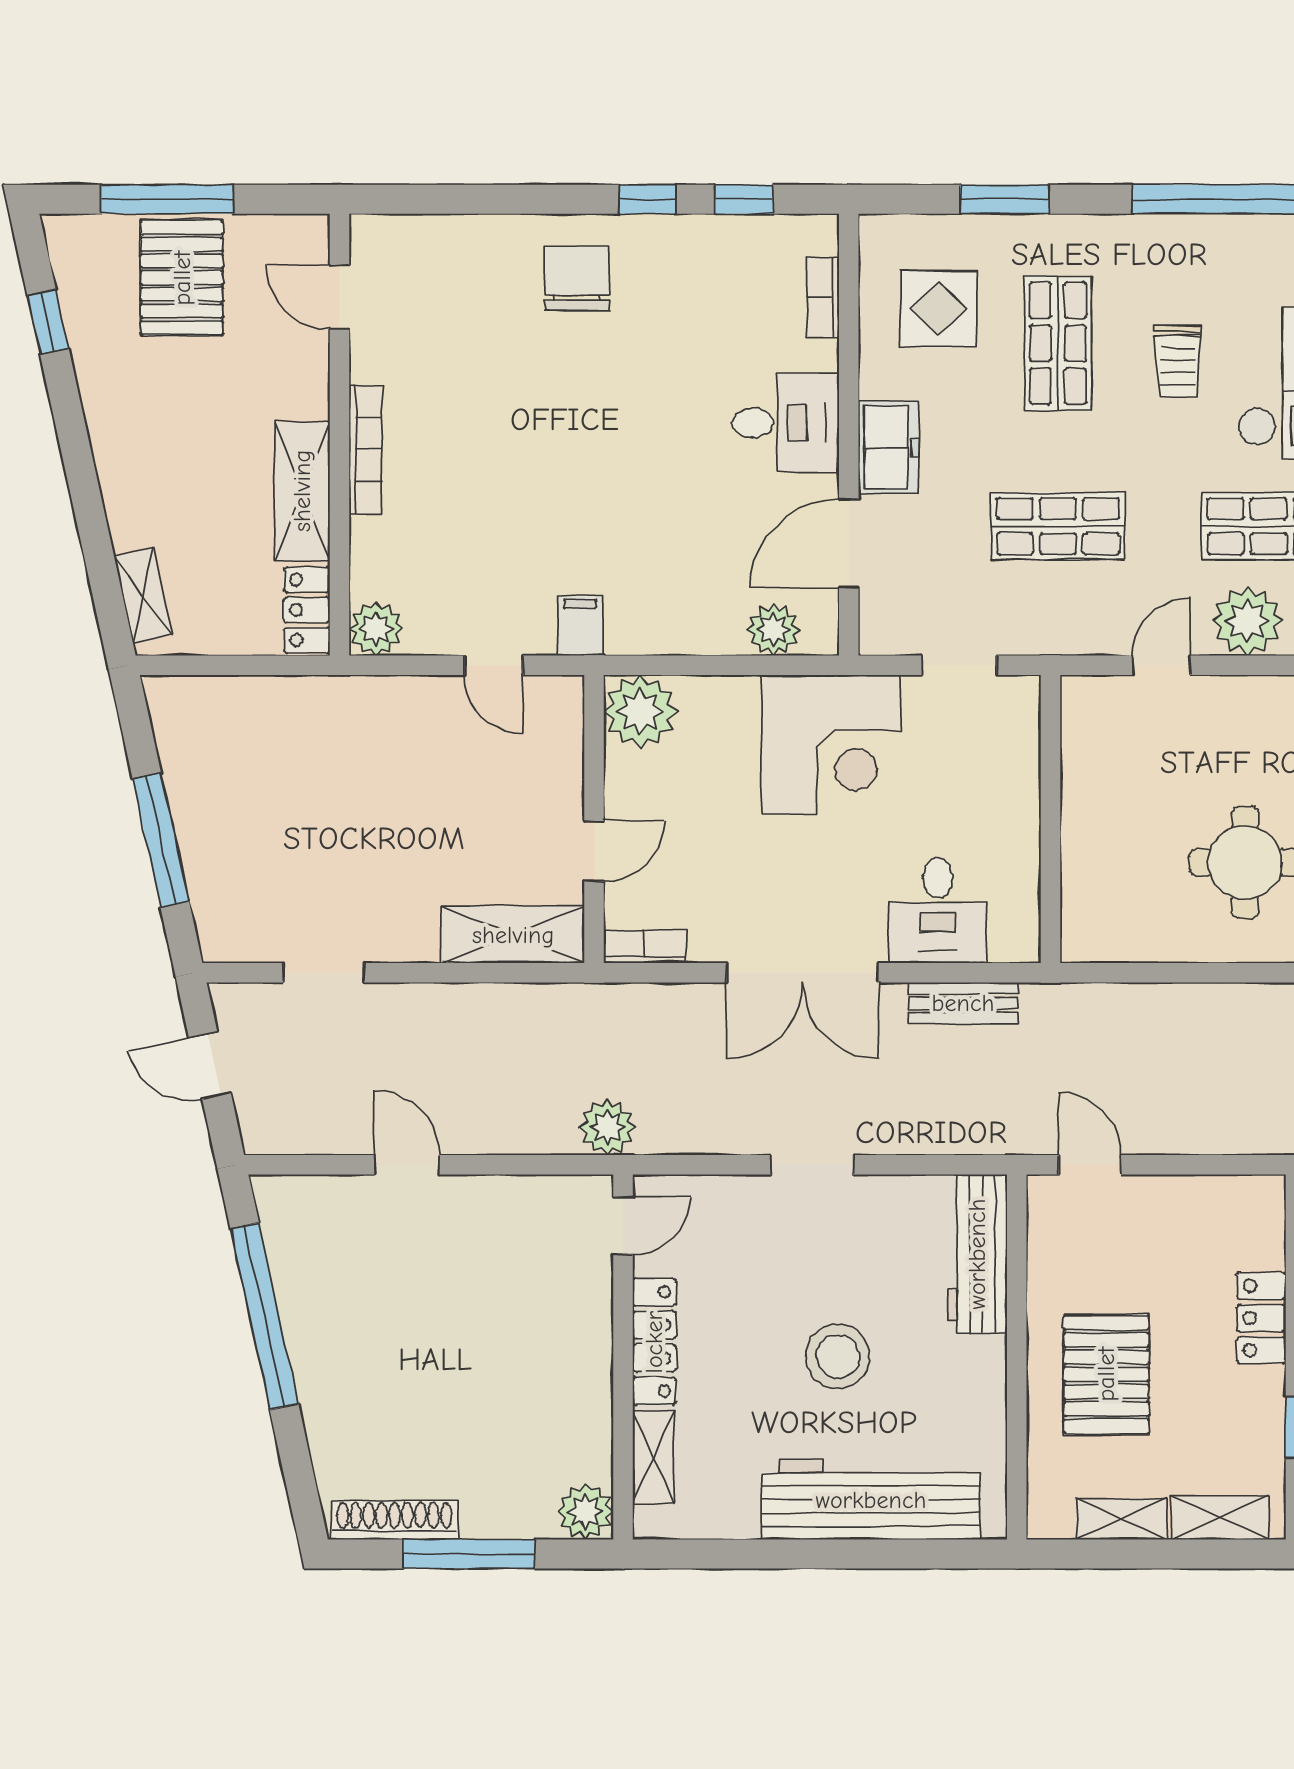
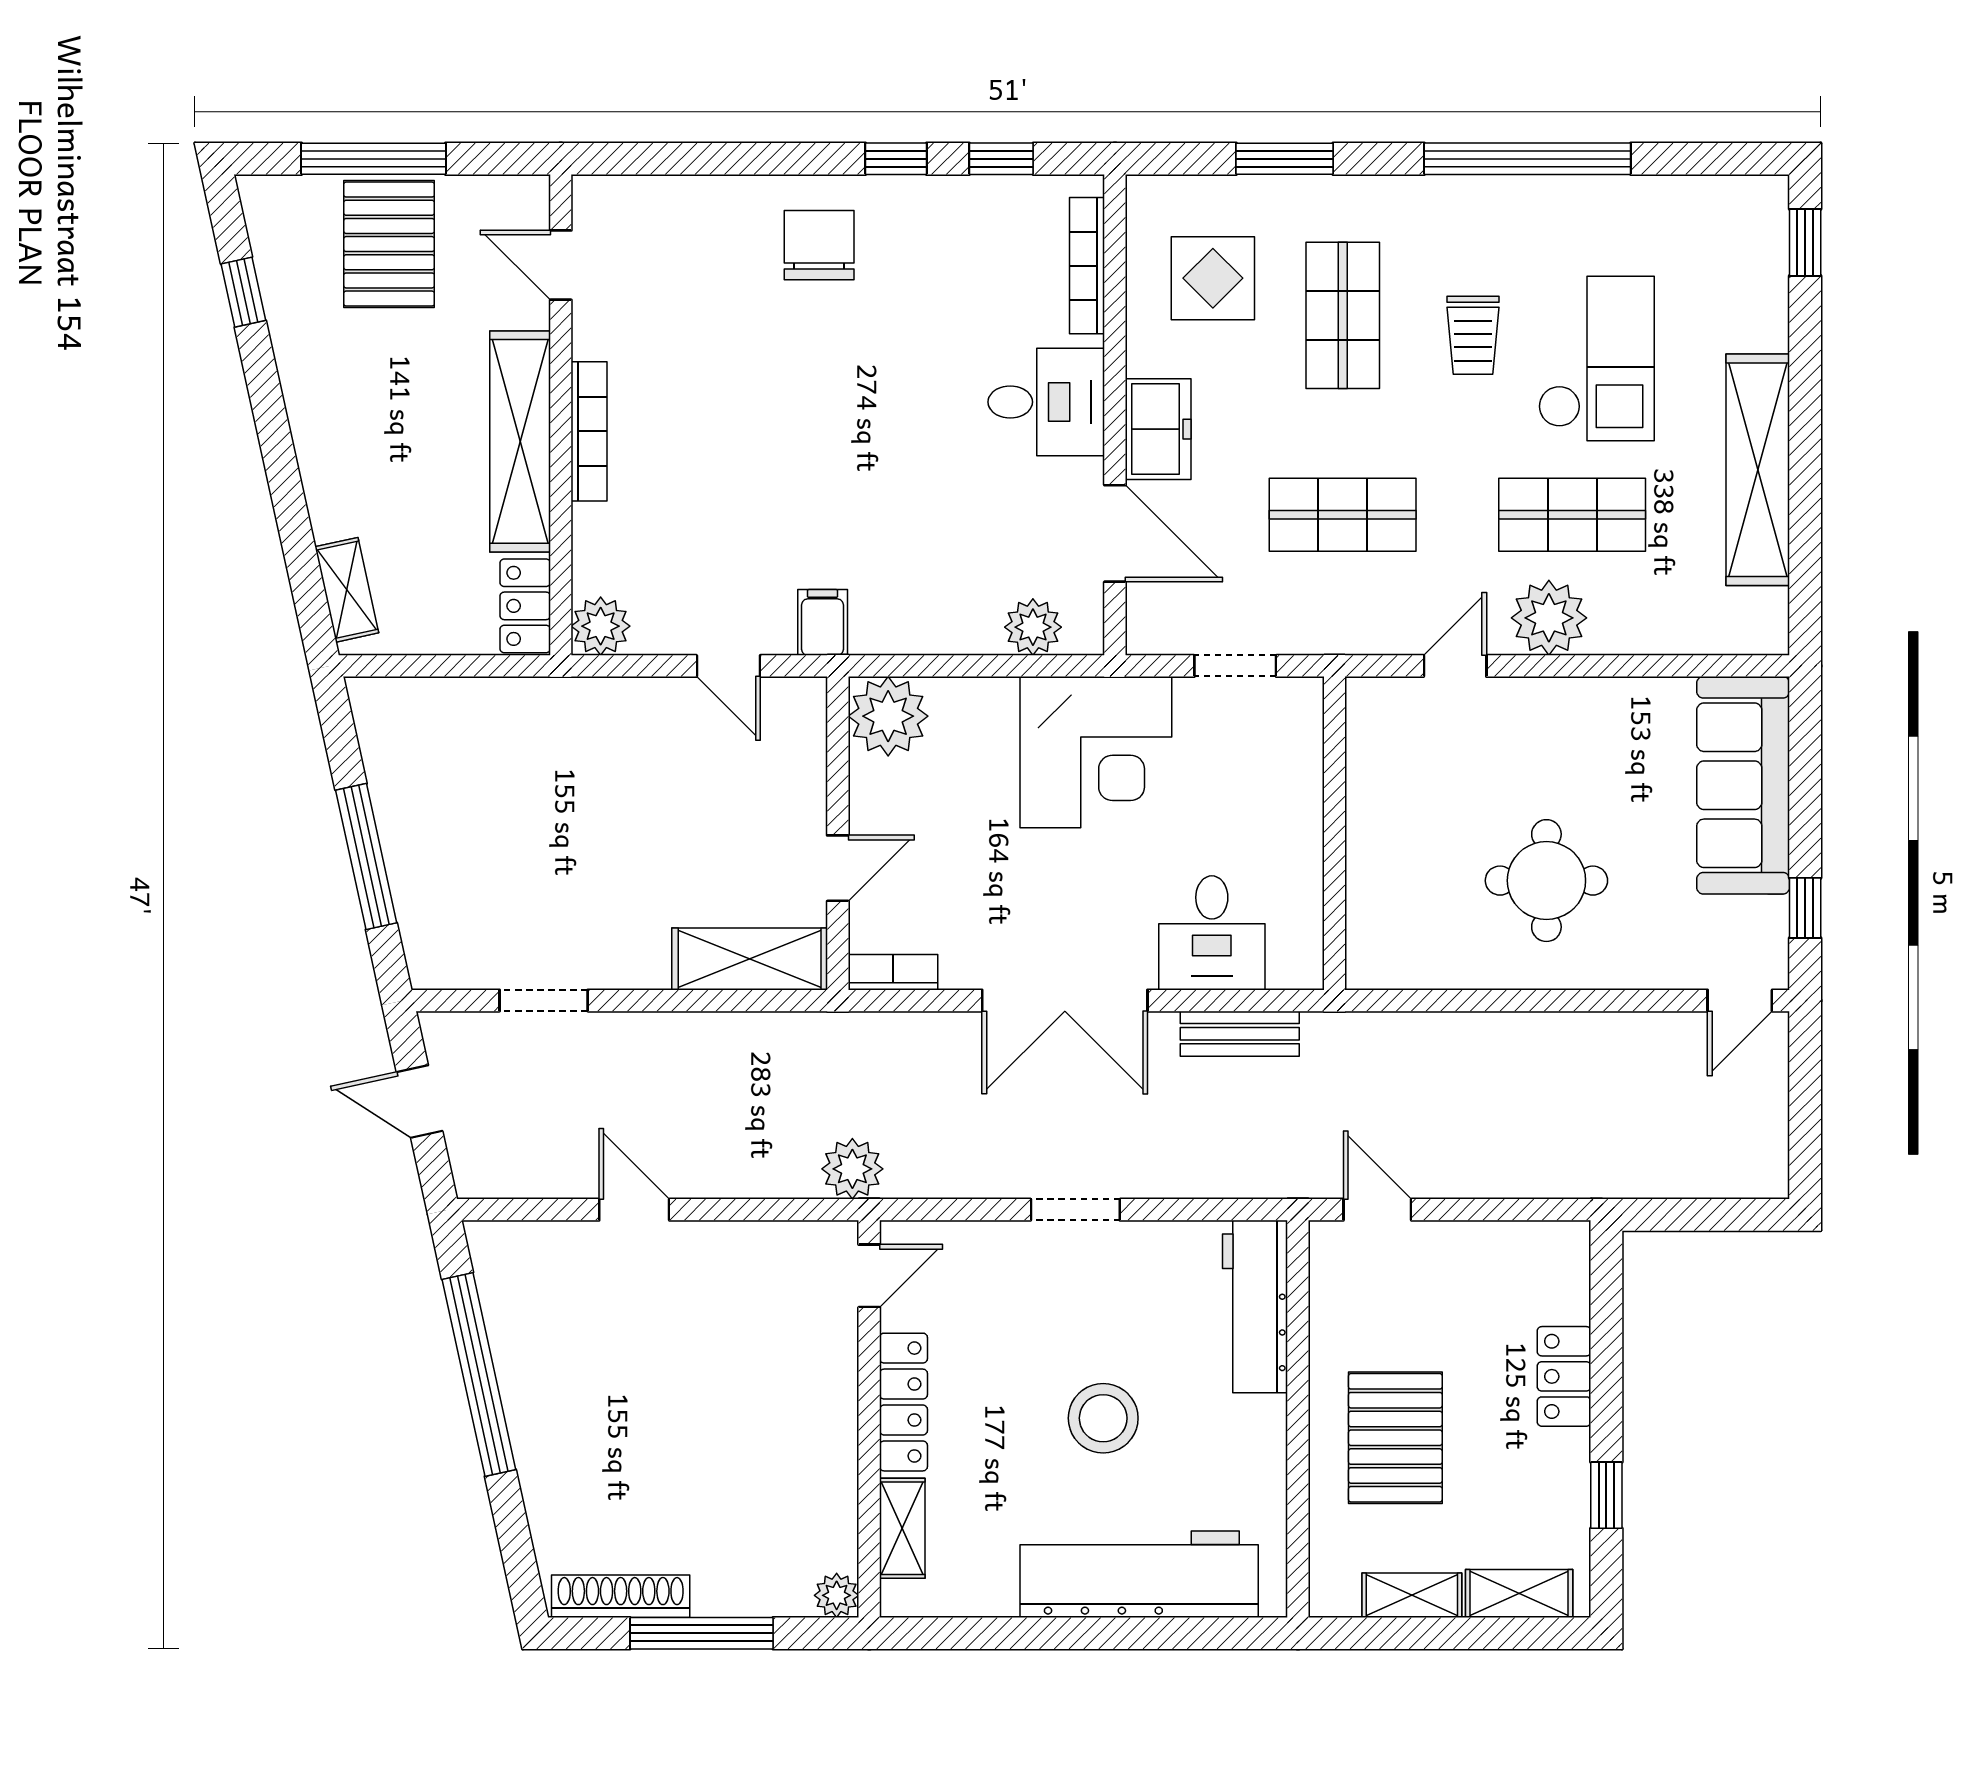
bookcase: (823, 297) -> (1087, 266), width x1.56
shelving: (302, 491) -> (520, 441), width x1.47
door: (849, 544) -> (1115, 533), swing flipped
plant: (585, 1511) -> (837, 1595), width x0.73, depth x0.73

